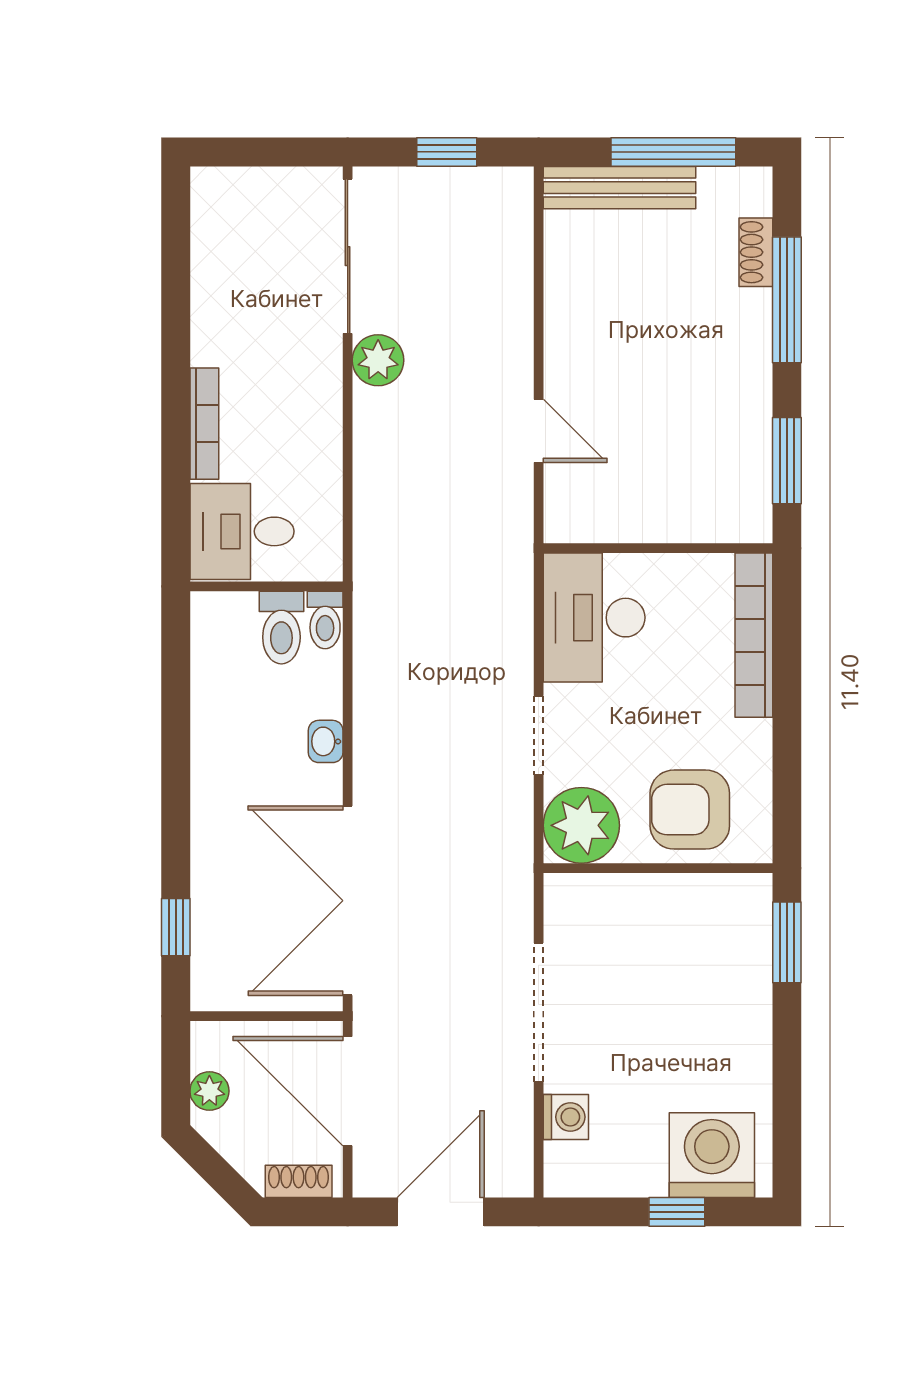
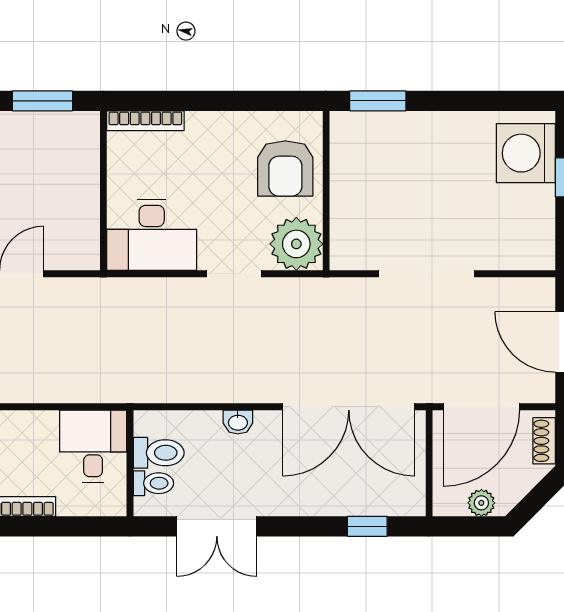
desk: (242, 531) -> (93, 446), moved, turned 180
toilet: (325, 620) -> (153, 483), moved
bookcase: (754, 635) -> (145, 121), width x0.68, depth x0.76
double door: (176, 711) -> (217, 526), added
washing machine: (566, 1117) -> (499, 255), removed

